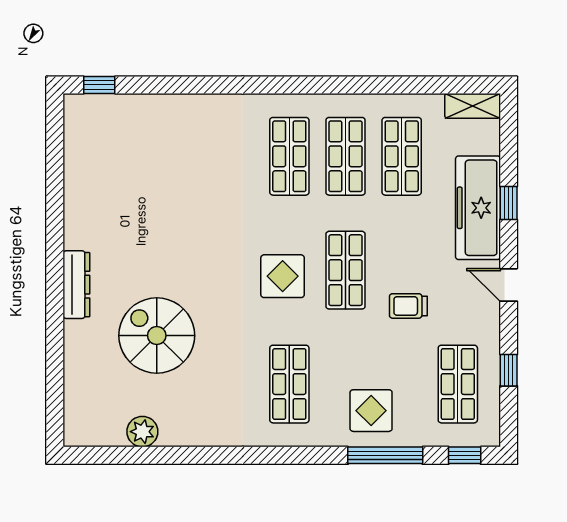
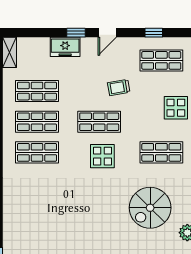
window: (509, 203) -> (76, 33), moved
freezer: (478, 208) -> (65, 47), width x0.52, depth x0.79
trolley: (408, 306) -> (119, 87), turned 80
spiral stairs: (157, 336) -> (150, 208), moved

